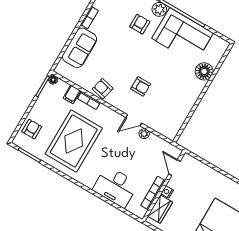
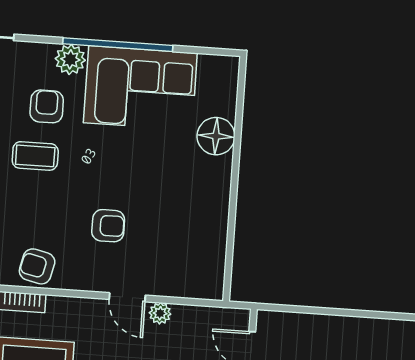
coffee table: (125, 42) -> (35, 156), added
door: (134, 120) -> (127, 297), hinge flipped

